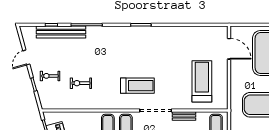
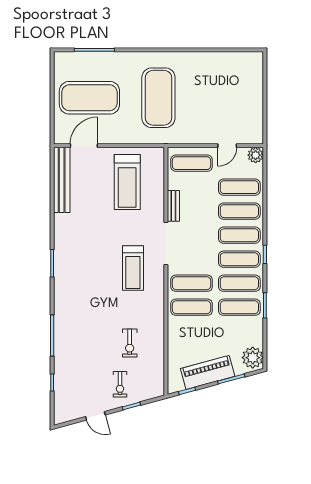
bench: (61, 32) -> (62, 180), moved
treadmill: (202, 81) -> (127, 182), turned -90
treadmill: (137, 86) -> (133, 268), turned 180

